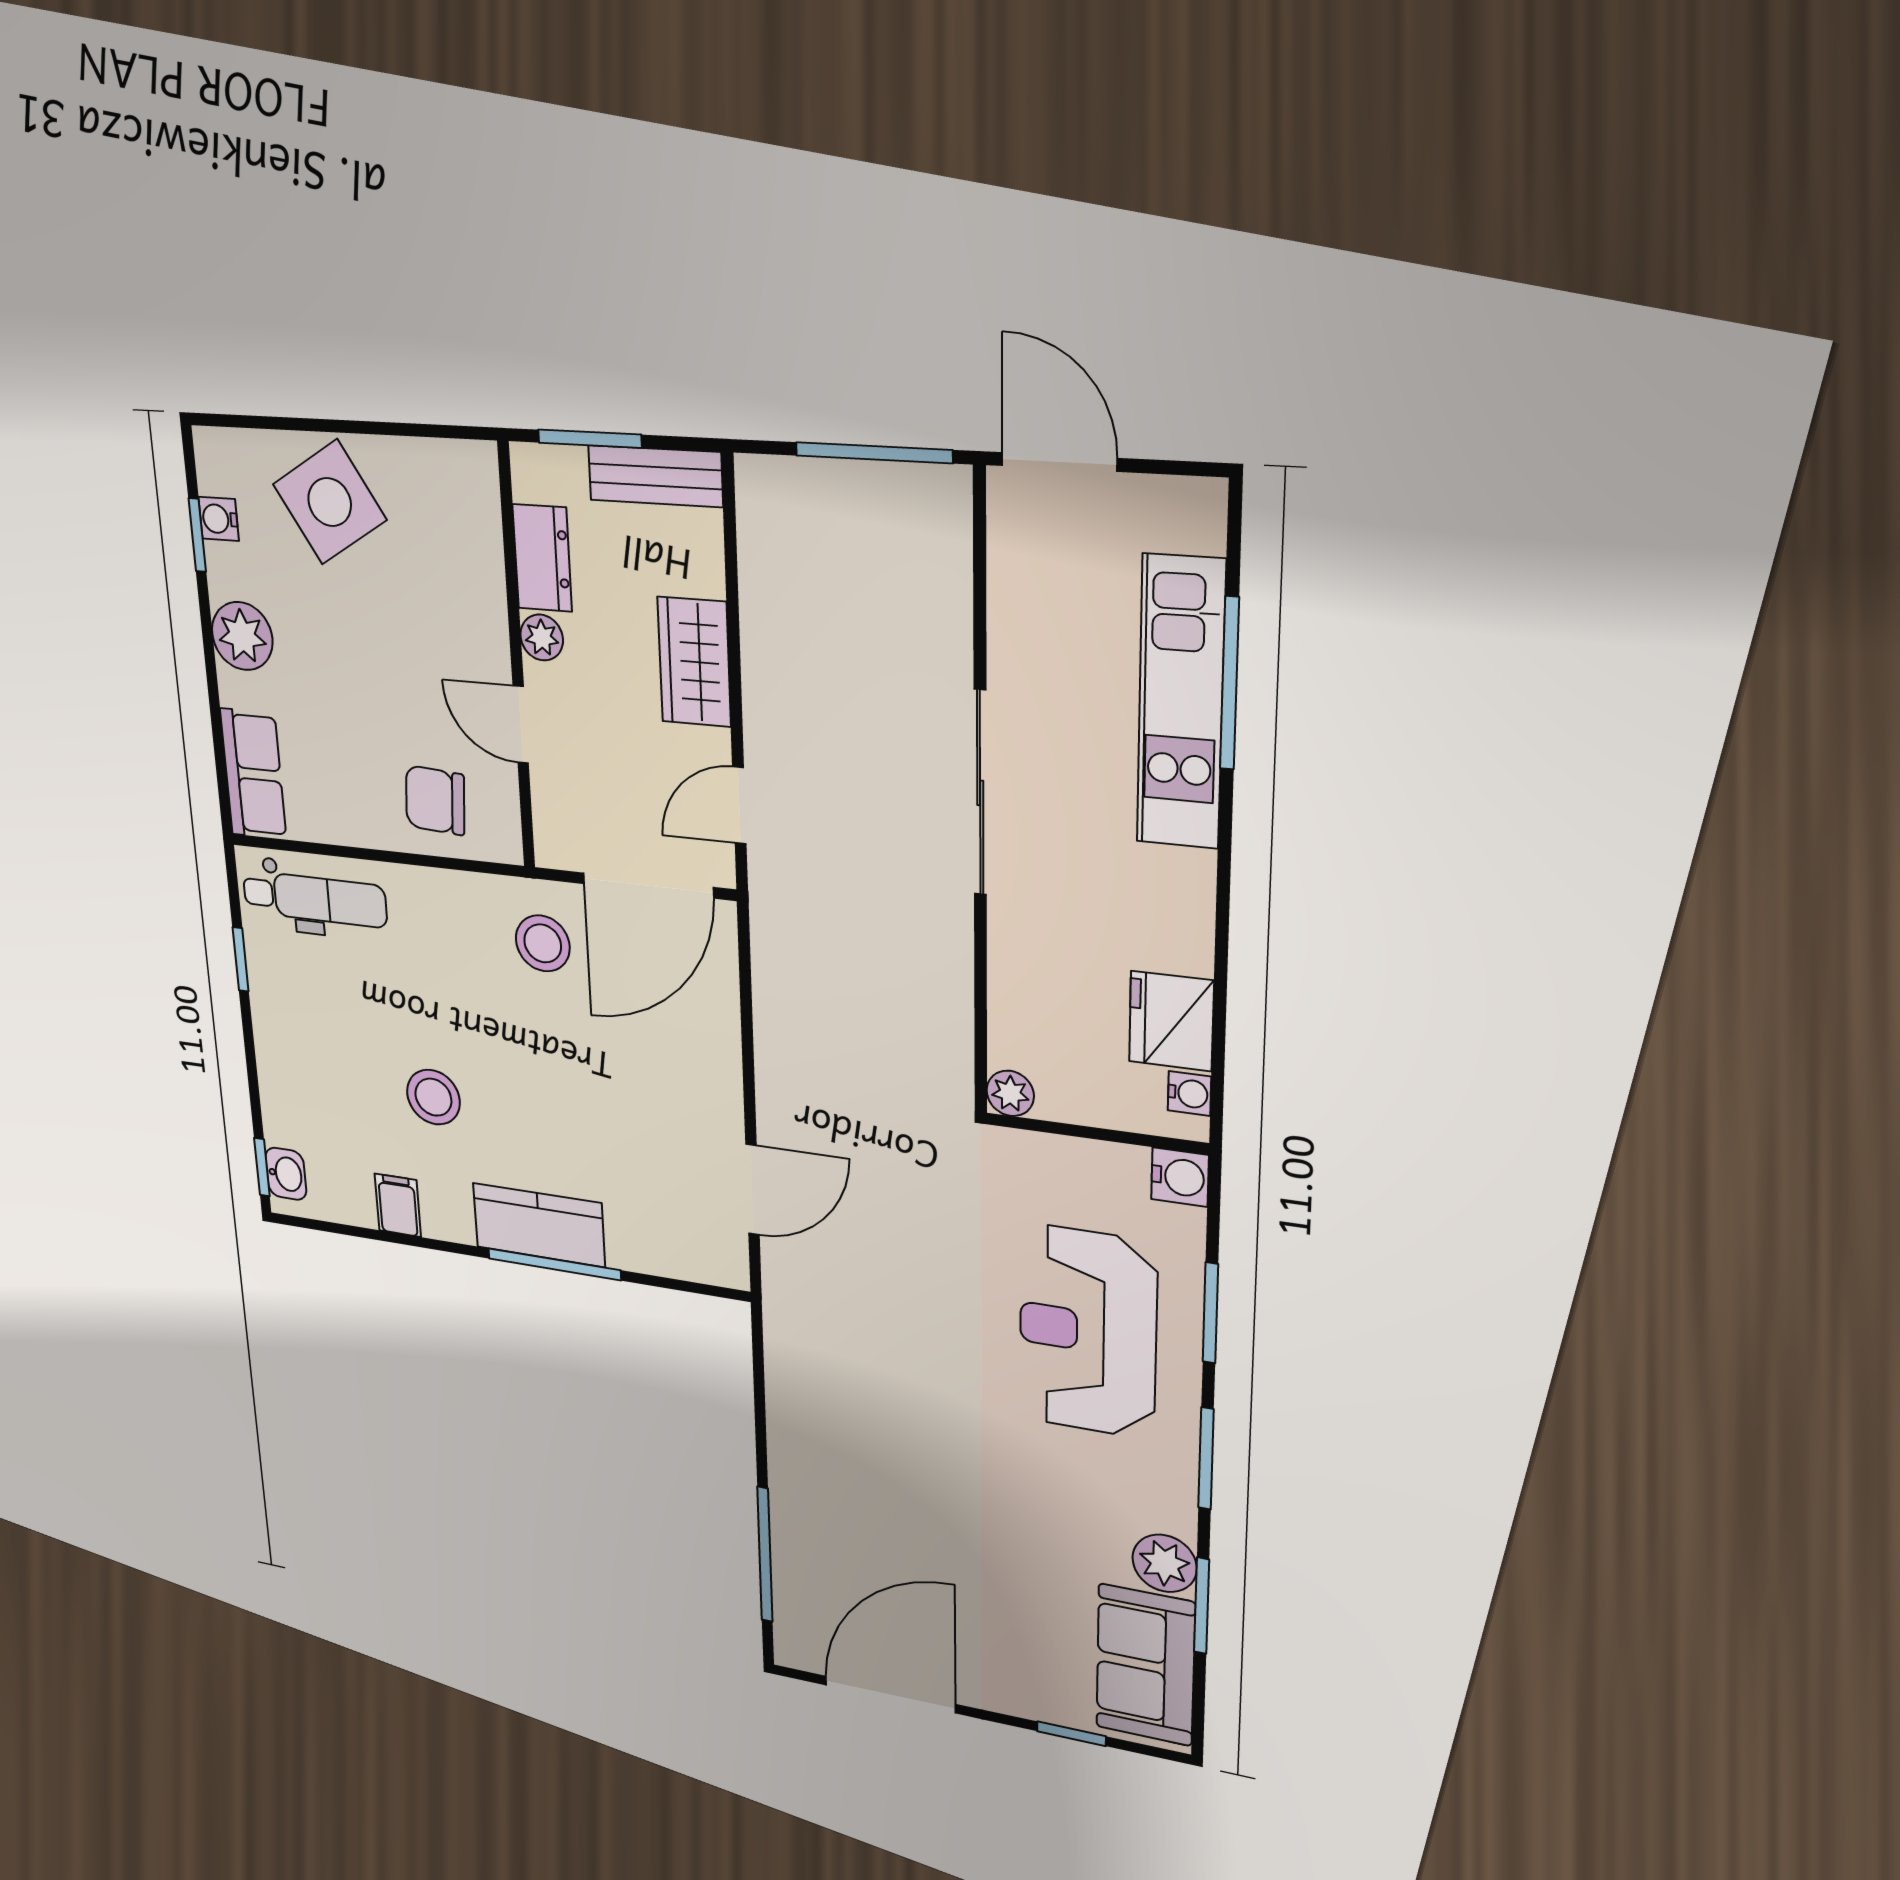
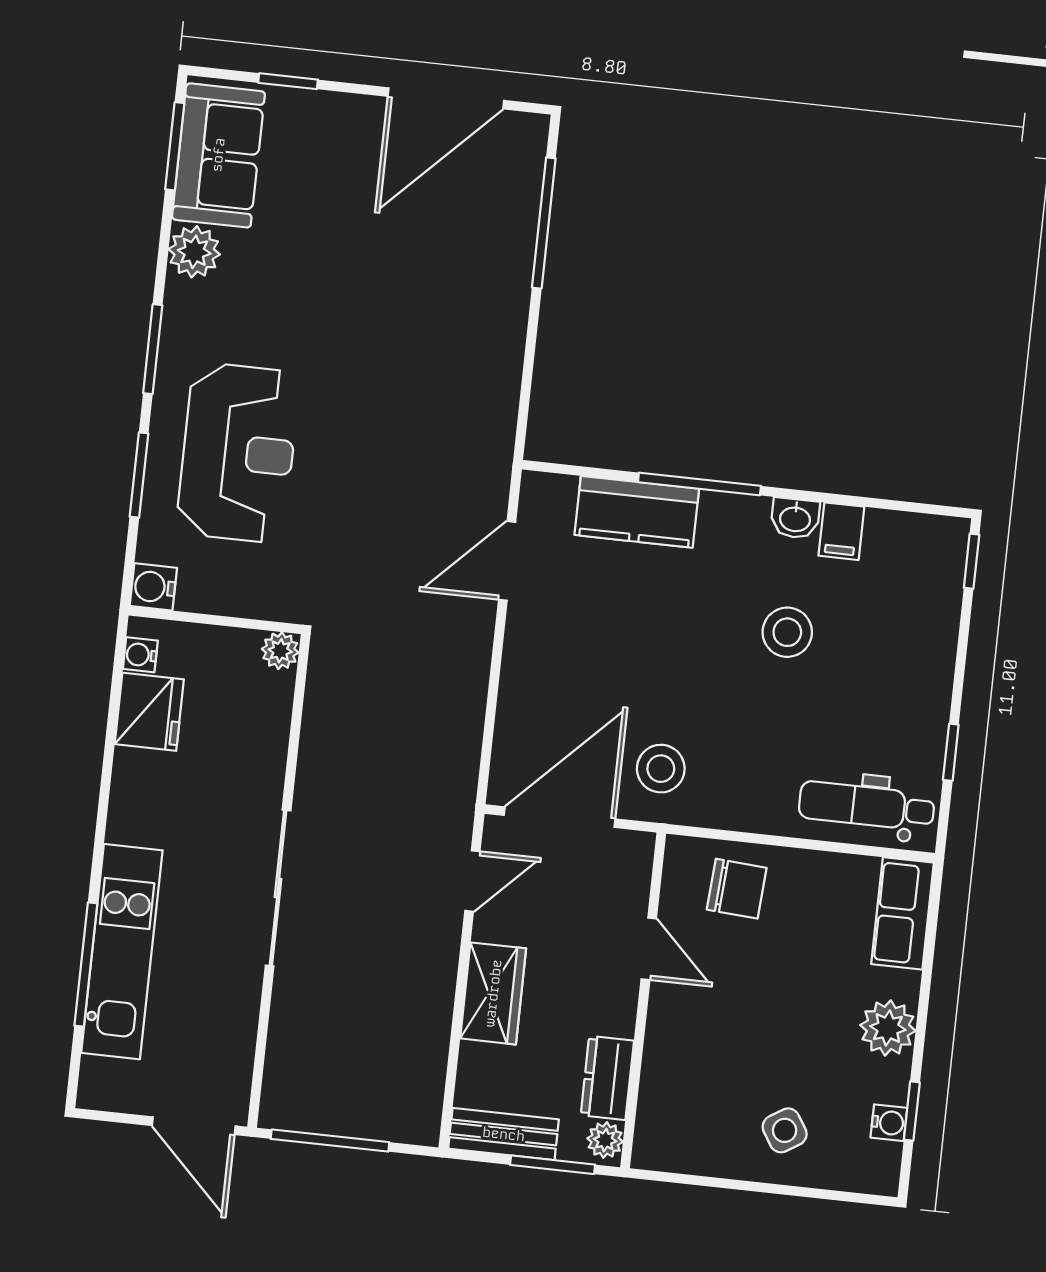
side table: (330, 502) -> (785, 1130), width x0.54, depth x0.54
plant: (542, 638) -> (605, 1140), moved
washbasin: (286, 1174) -> (795, 518), moved, turned -90
kitchen counter: (539, 1225) -> (637, 512), moved
window: (1202, 1606) -> (175, 146), moved

